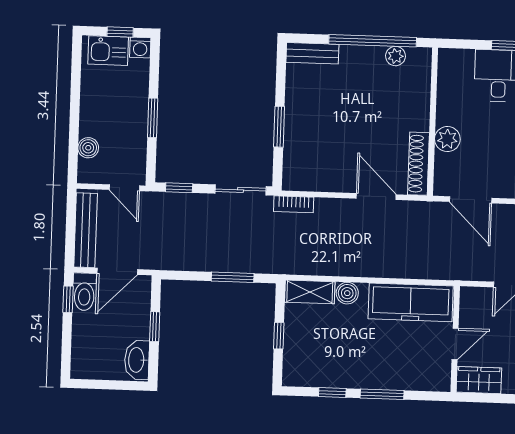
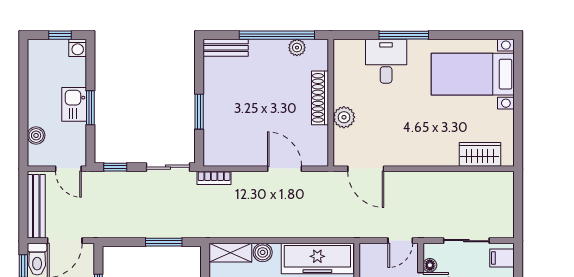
kitchen sink: (108, 51) -> (74, 104), moved, turned 90
shoe rack: (419, 164) -> (320, 98), moved

